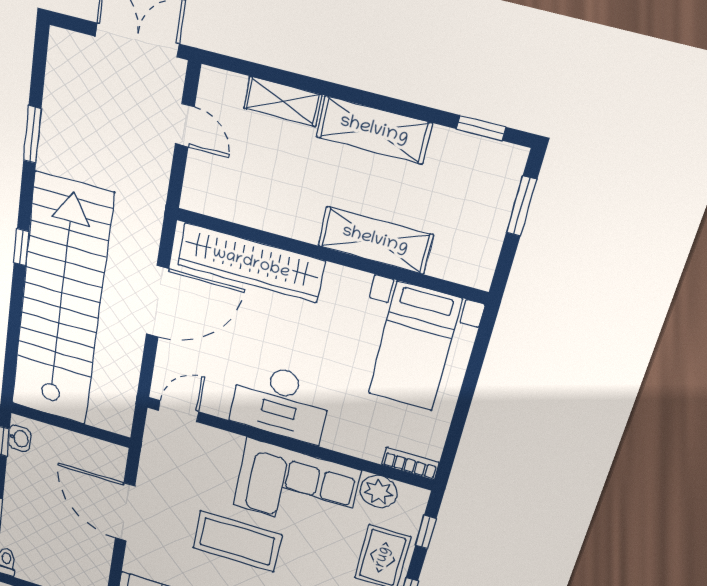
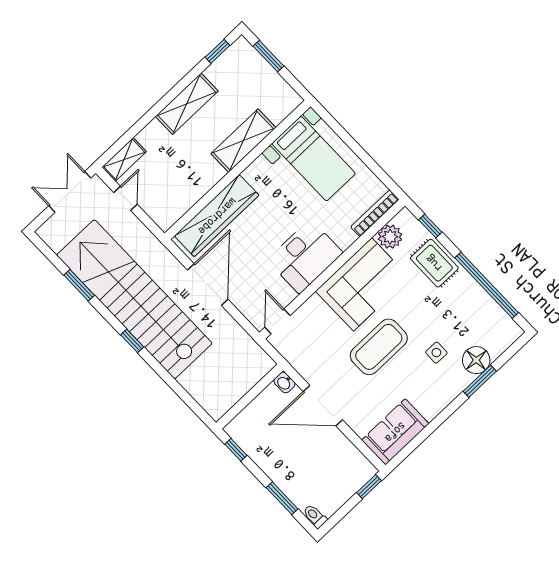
shelving: (283, 101) -> (124, 159), moved
door: (185, 125) -> (126, 198), hinge flipped
stairs: (61, 303) -> (134, 299), moved
washbasin: (20, 438) -> (284, 383), moved, turned 180
bookcase: (410, 464) -> (375, 213), width x1.56

